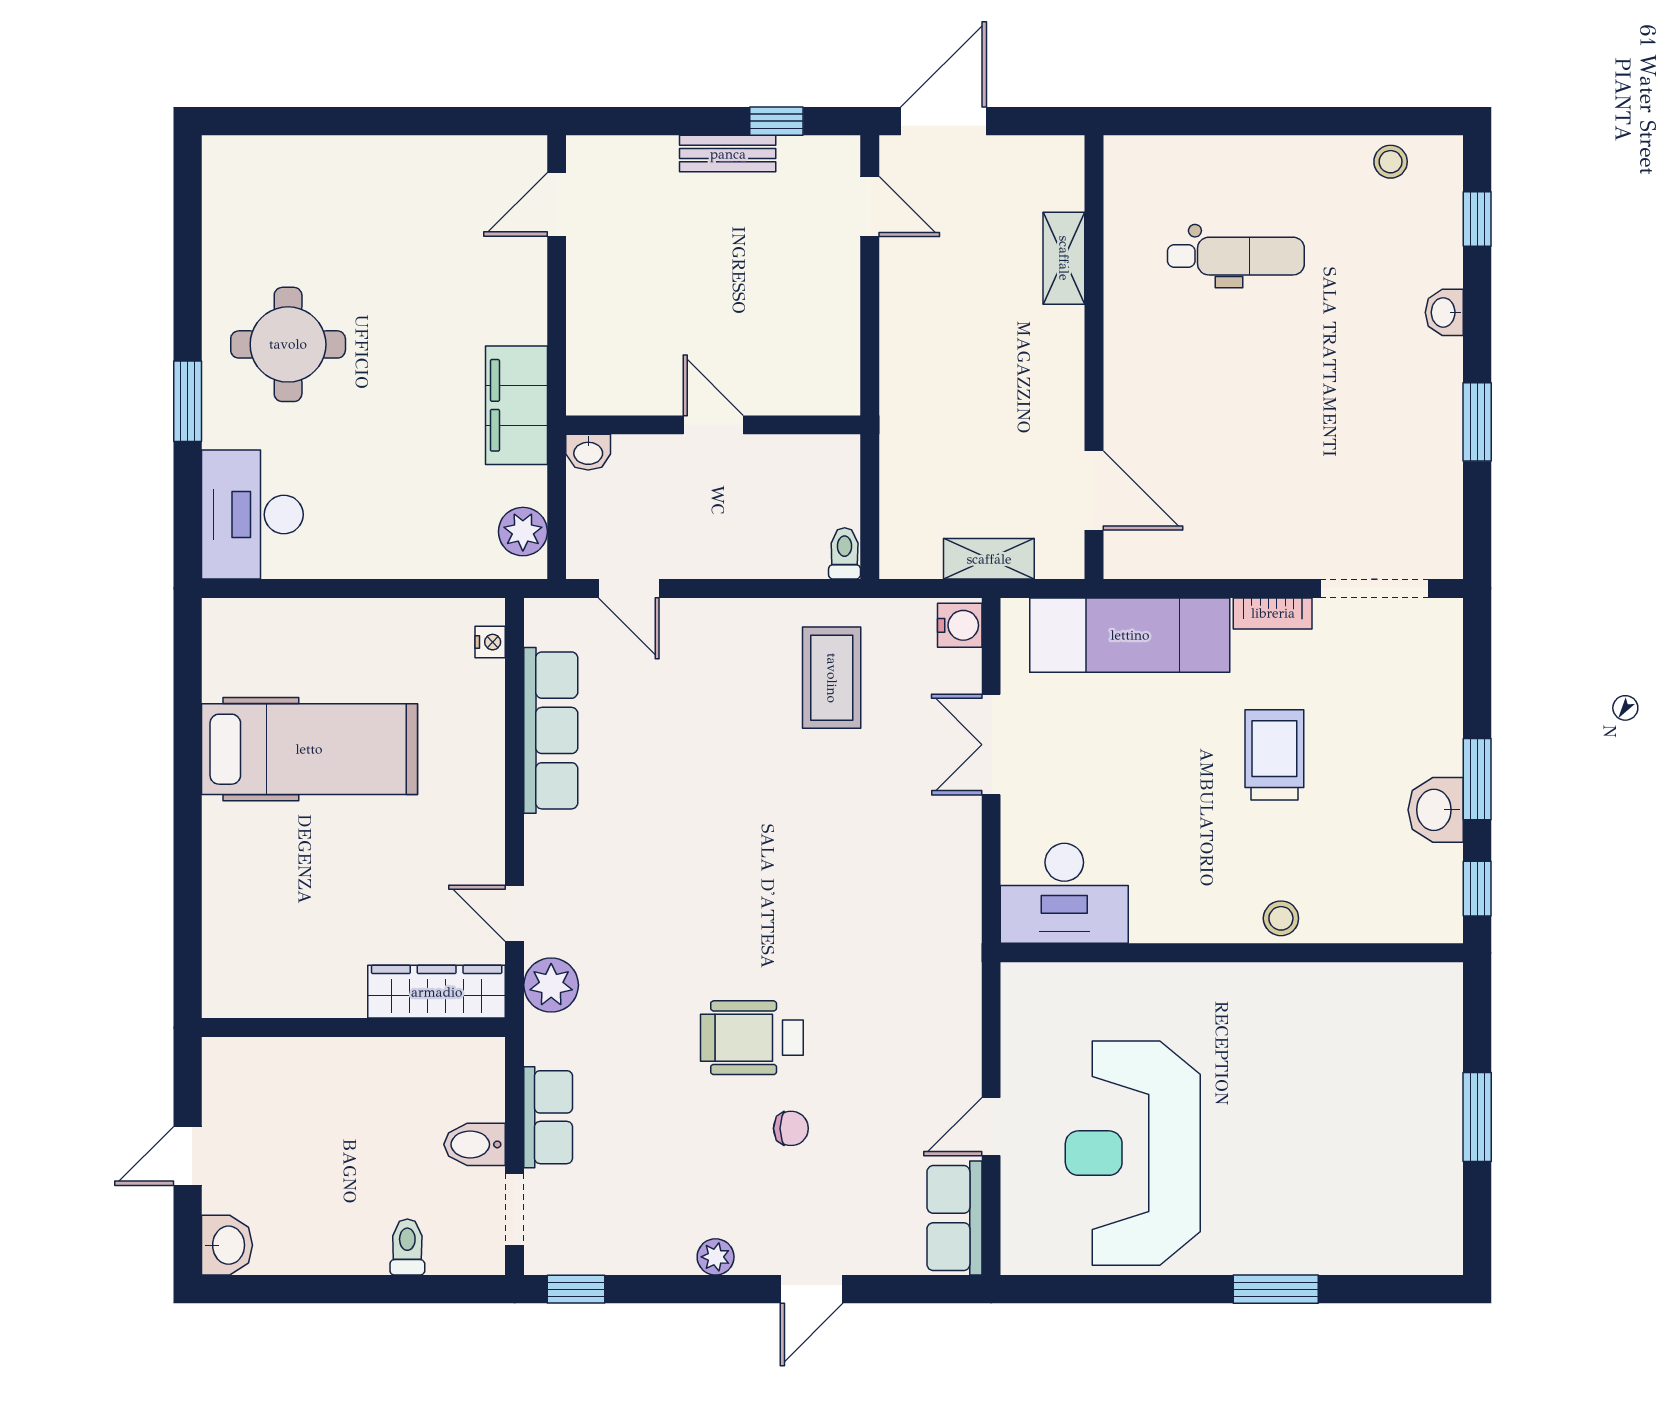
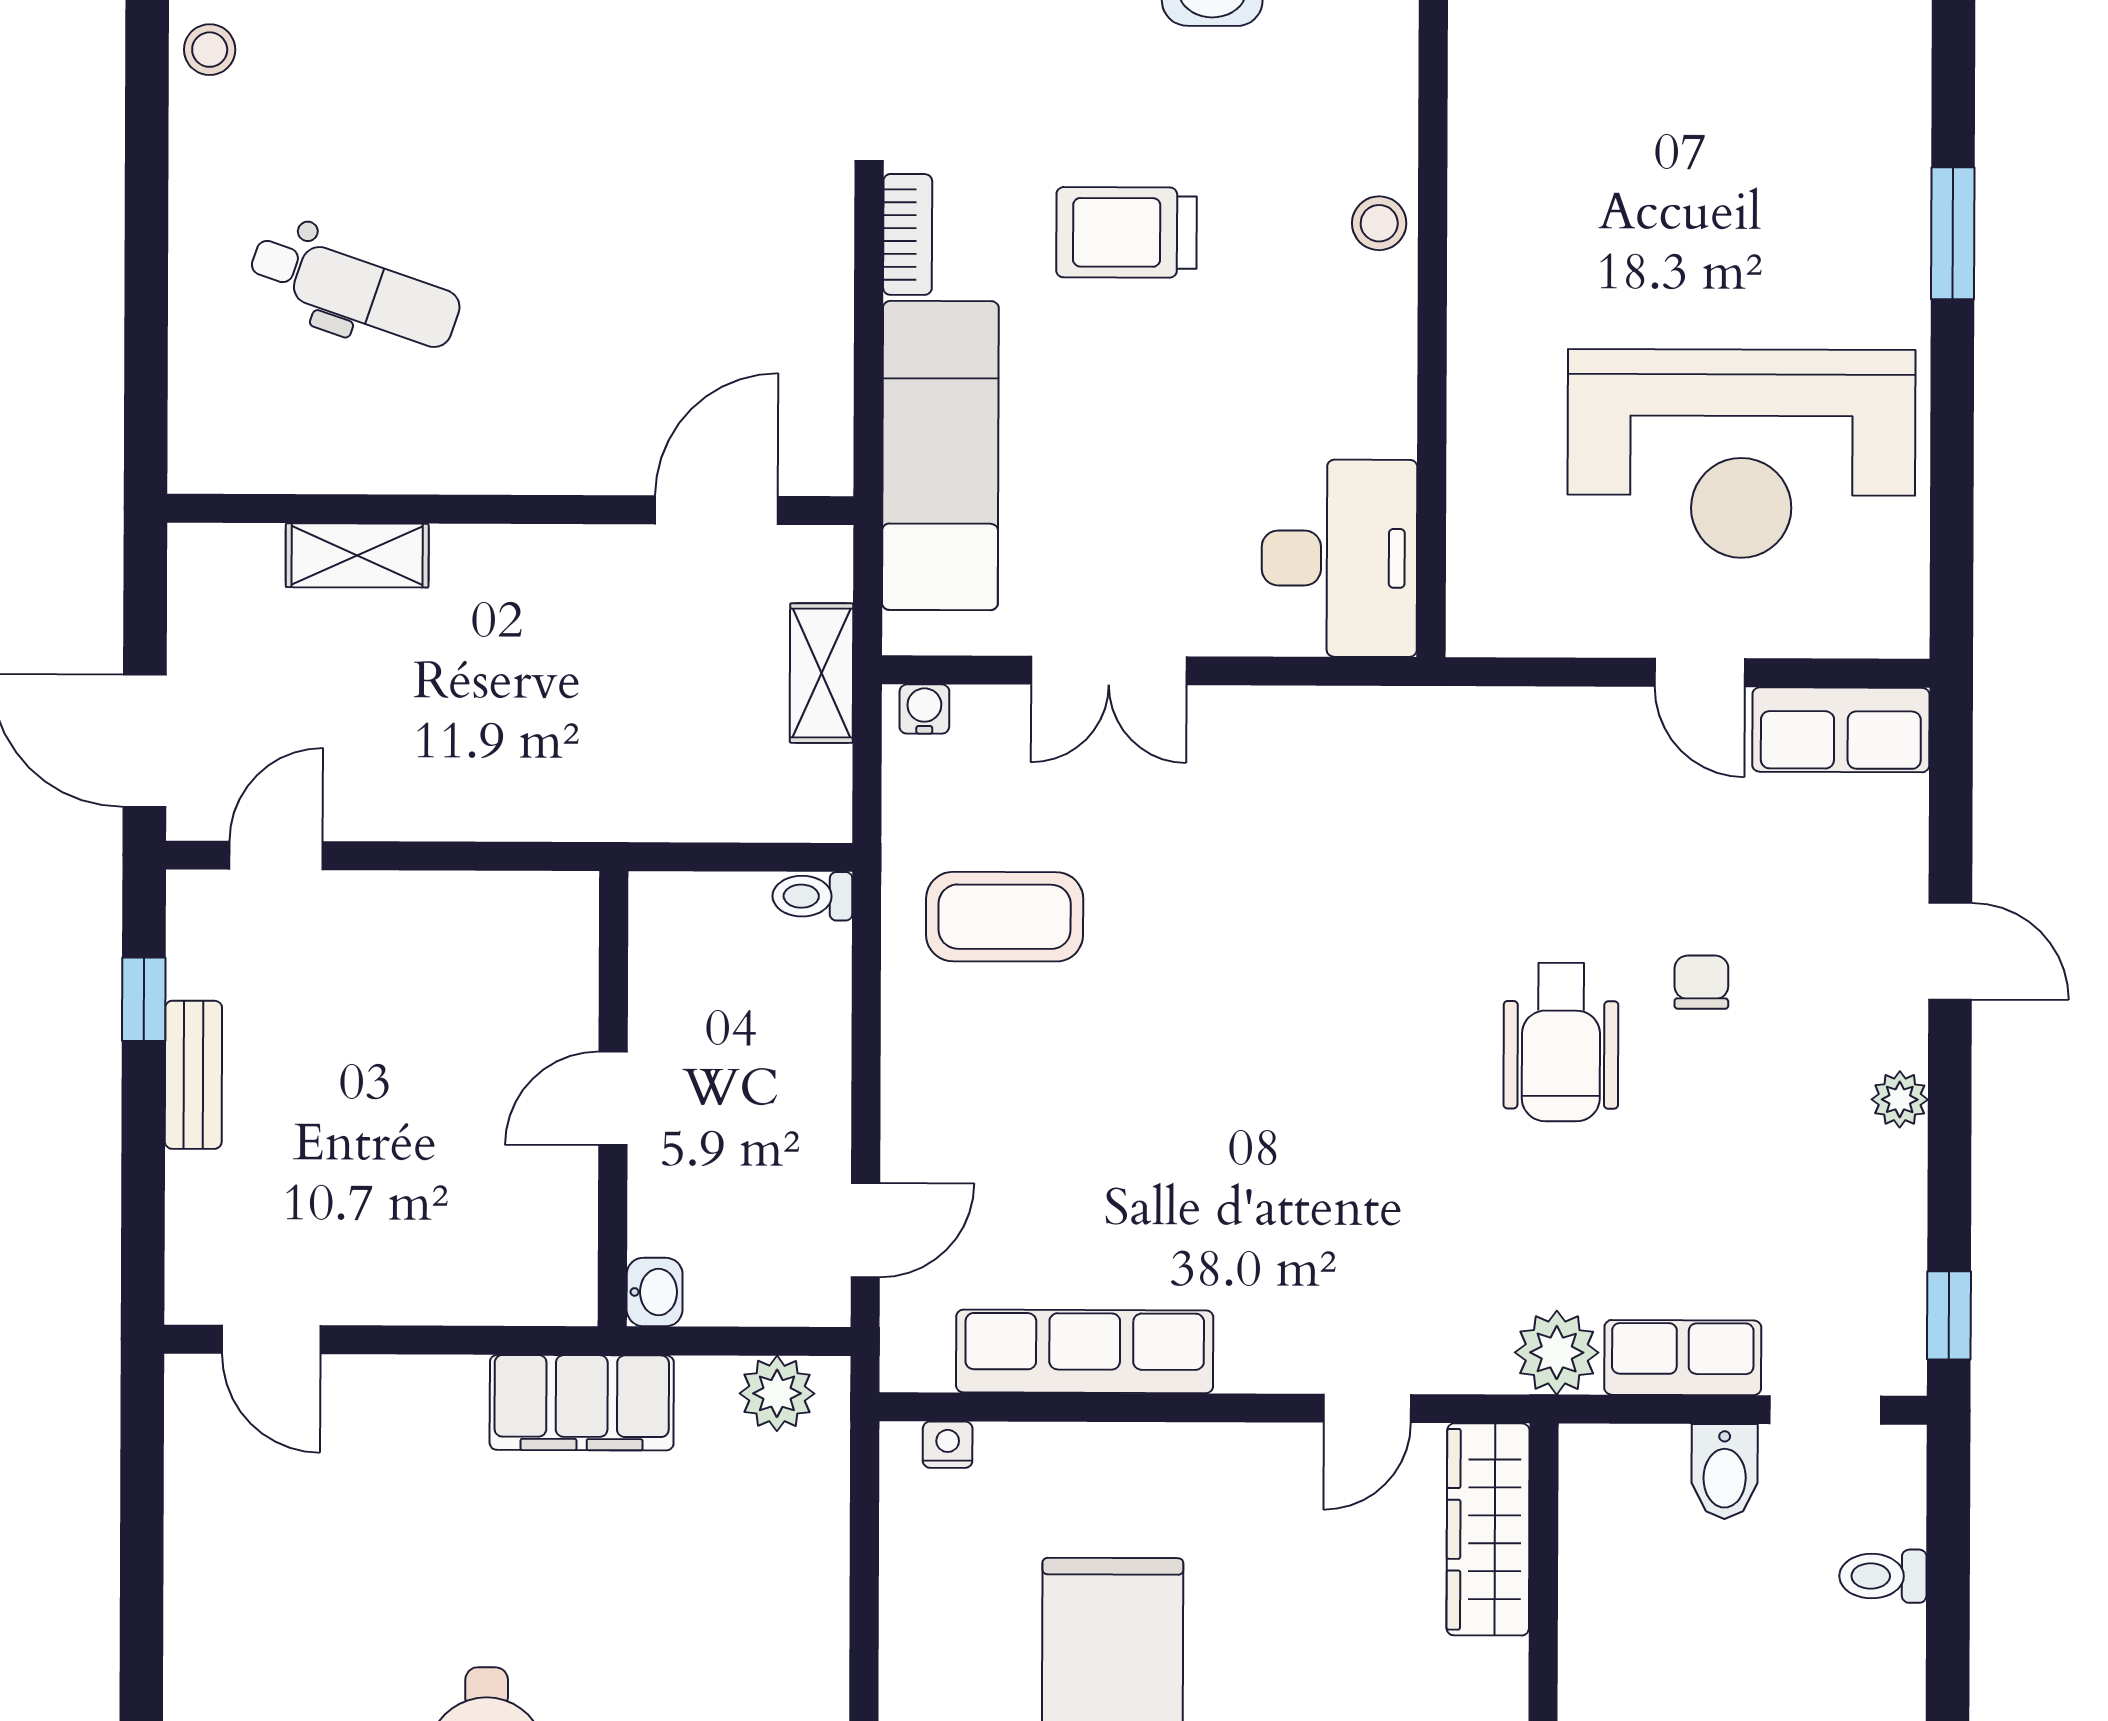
dental chair: (1236, 256) -> (355, 289), turned 109
water cooler: (960, 625) -> (924, 709), width x0.72, depth x0.72
plant: (551, 985) -> (1557, 1353), moved

